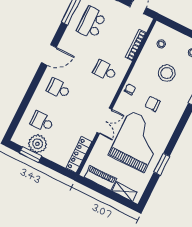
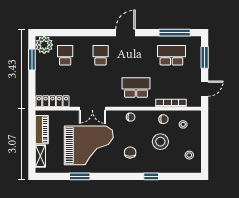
door: (49, 55) -> (125, 33), swing flipped
chair: (147, 60) -> (163, 119), added
school desk: (105, 71) -> (136, 87), width x1.85
chair: (153, 104) -> (130, 152), moved
plant: (37, 144) -> (44, 45), moved

